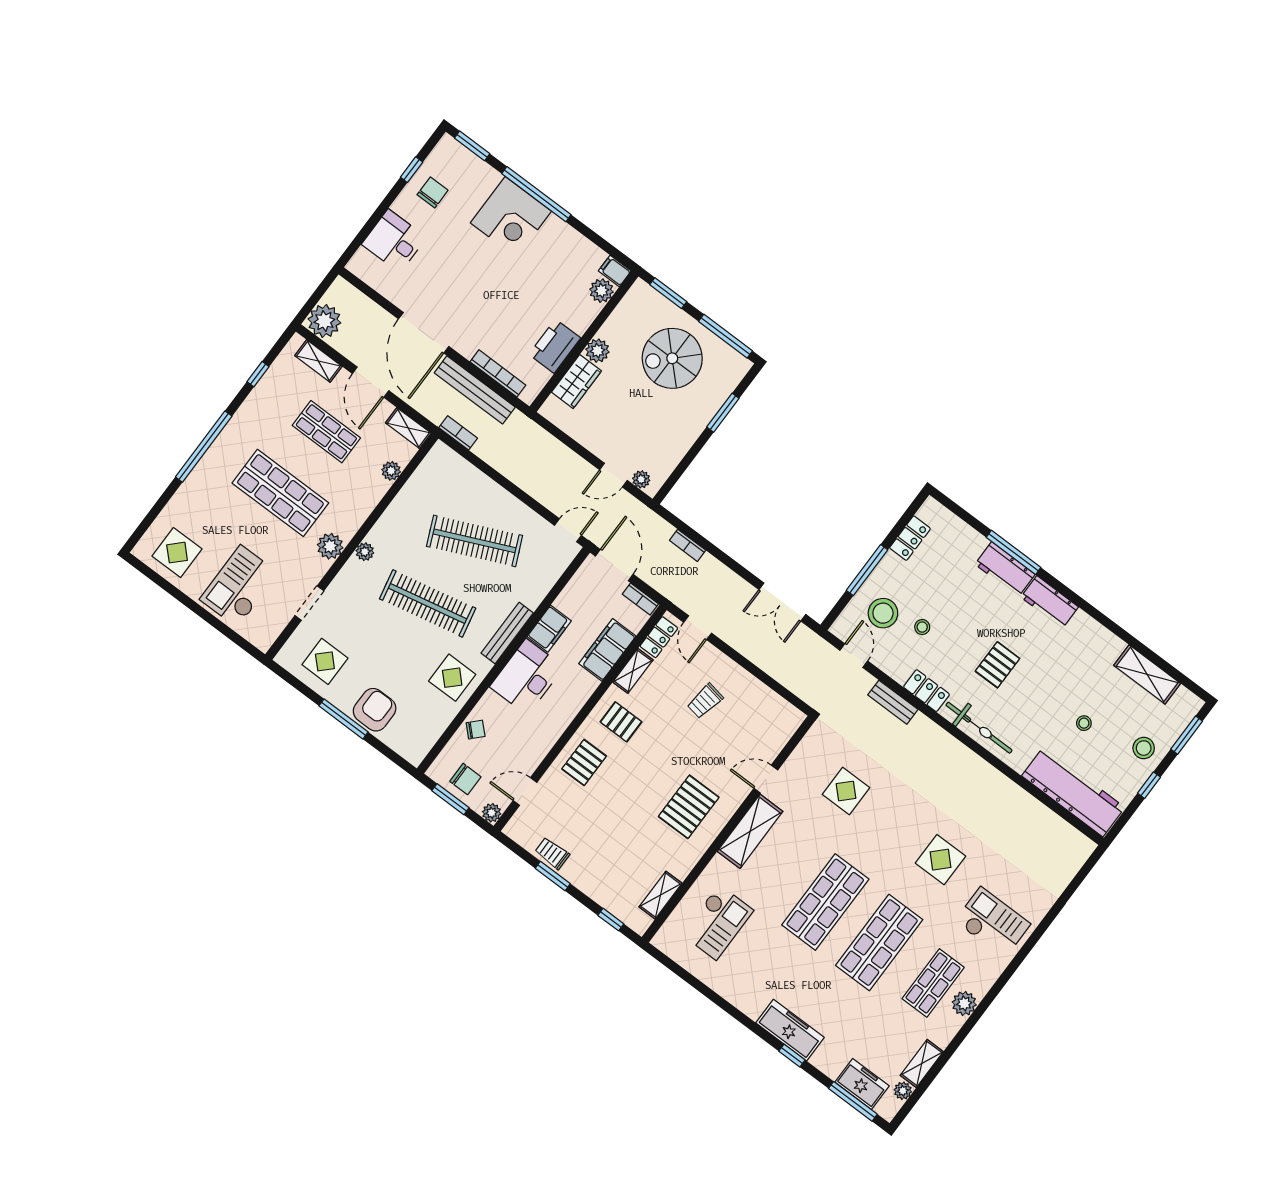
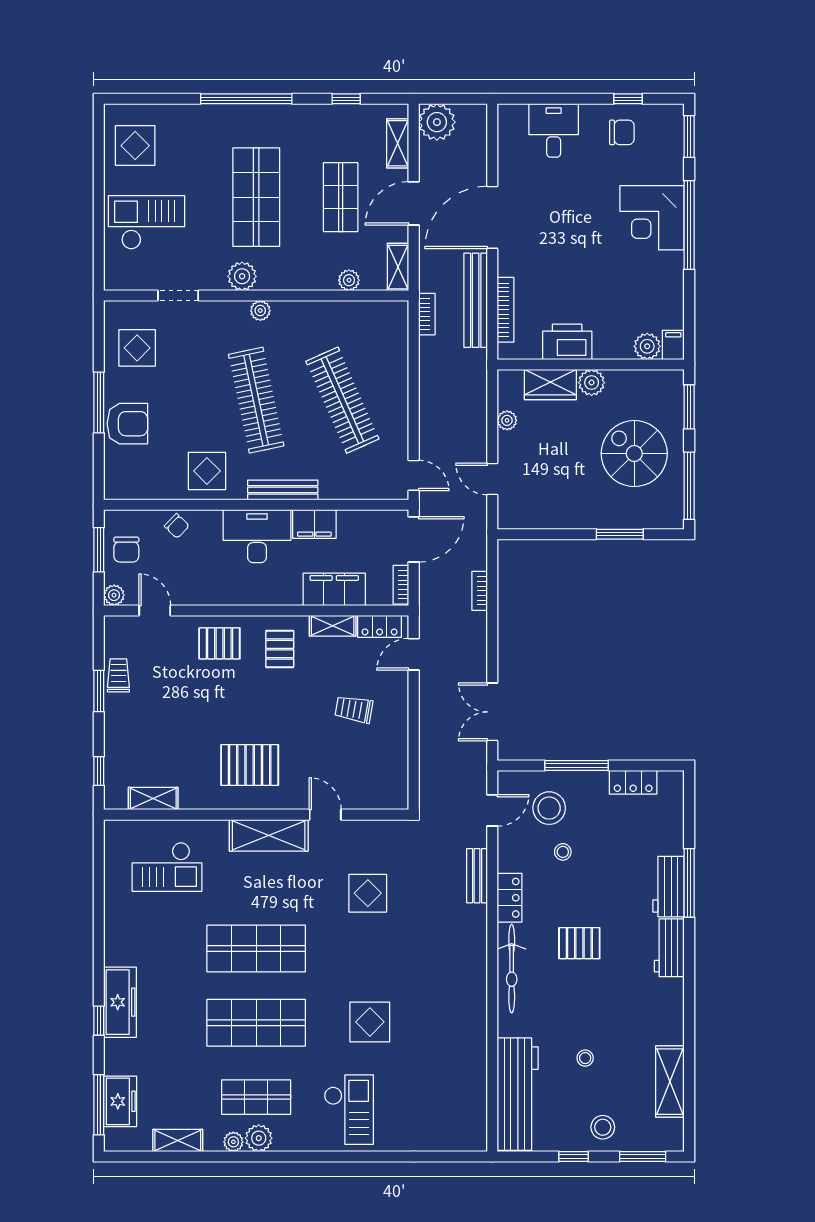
plant: (641, 479) -> (507, 420), moved
plant: (903, 1091) -> (233, 1142), moved

